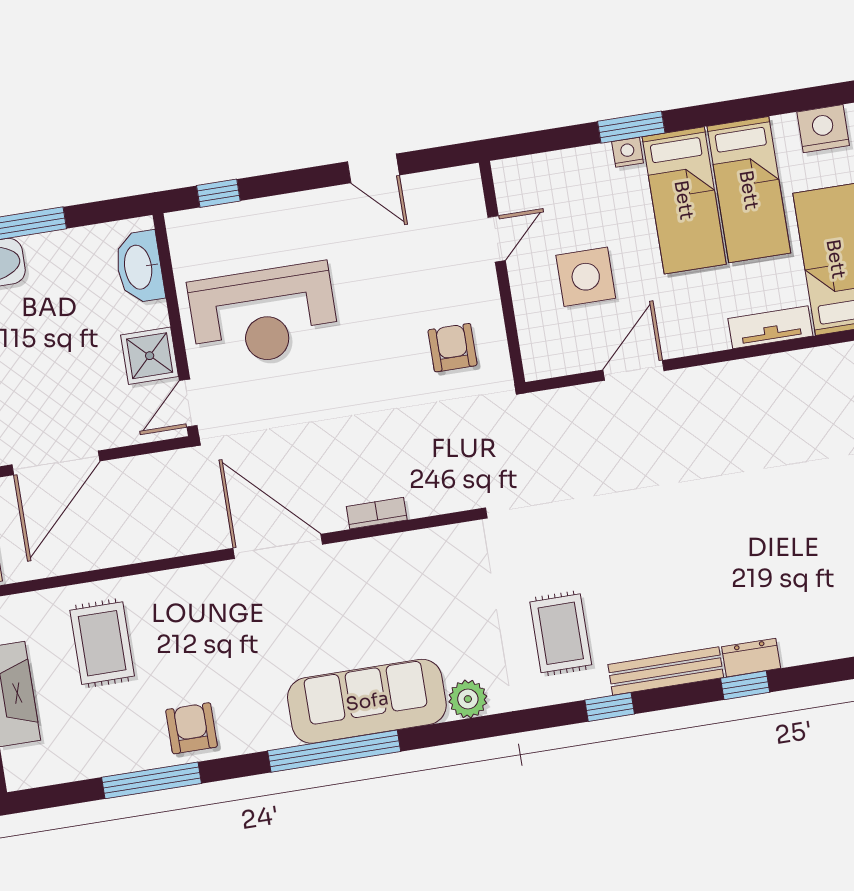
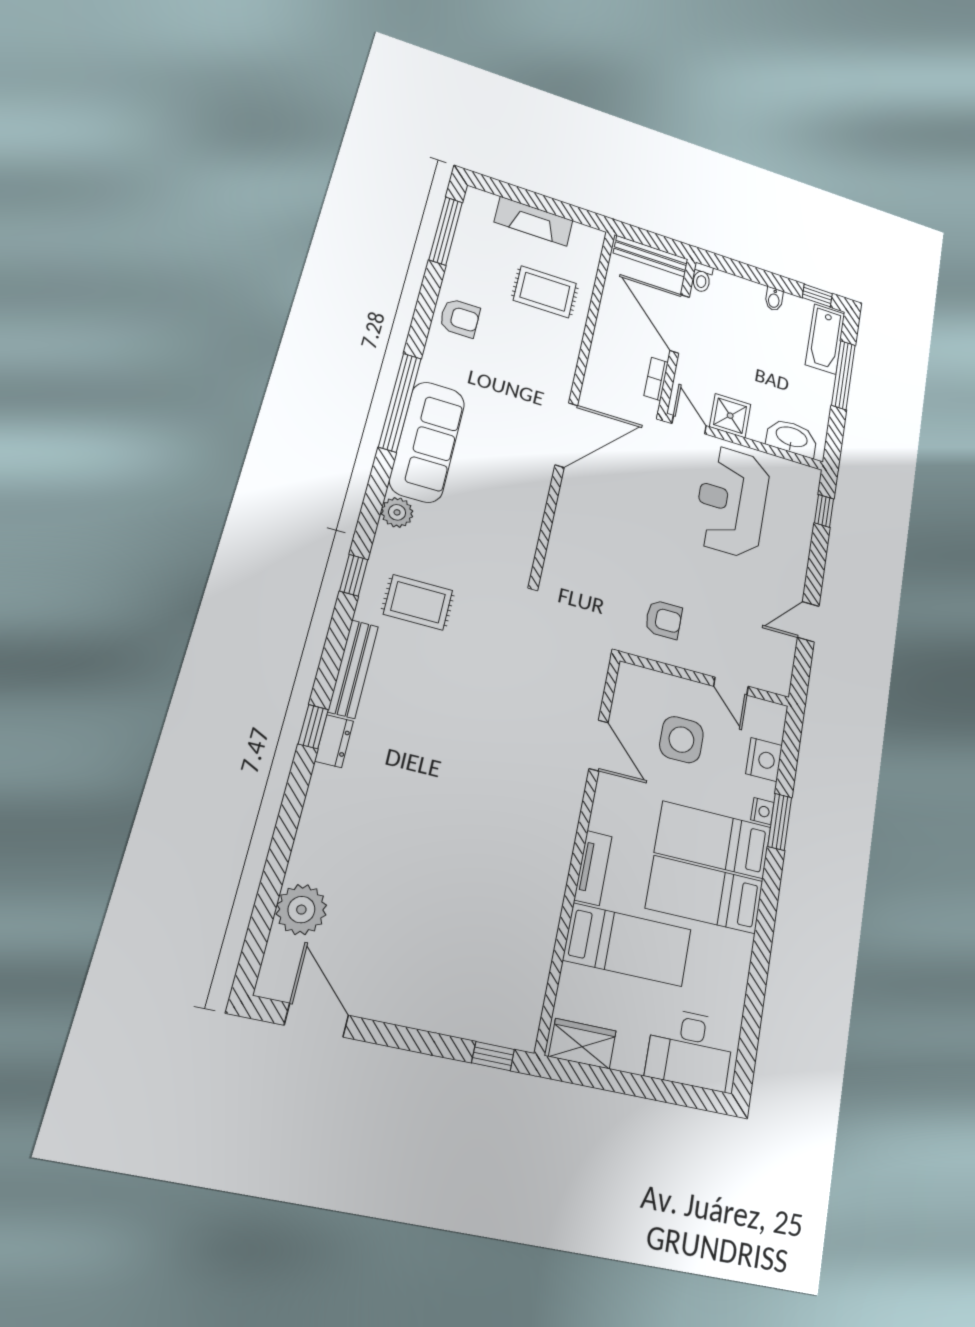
nightstand: (823, 129) -> (764, 760), moved
bookcase: (377, 513) -> (656, 379), moved, turned 180
window: (610, 707) -> (354, 575), moved
window: (151, 780) -> (446, 231), moved

